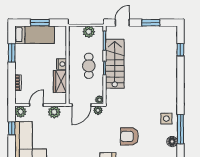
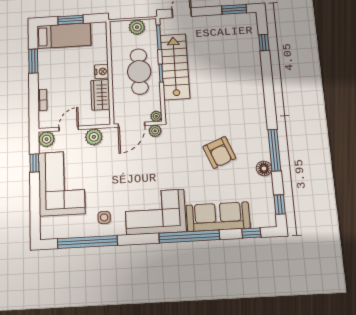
window: (151, 23) -> (234, 9), moved
cafe table: (89, 66) -> (139, 71), width x1.37, depth x1.35
side table: (166, 119) -> (253, 137), removed
armchair: (129, 136) -> (219, 152), moved, turned -112

